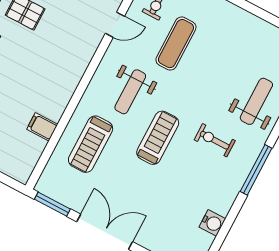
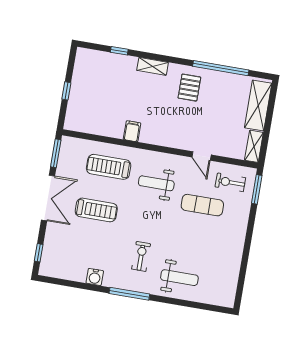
filing cabinet: (42, 127) -> (132, 131), moved
treadmill: (158, 138) -> (96, 210), moved
water cooler: (212, 223) -> (95, 277), moved

